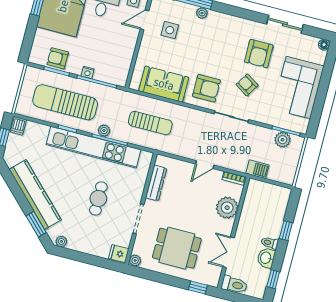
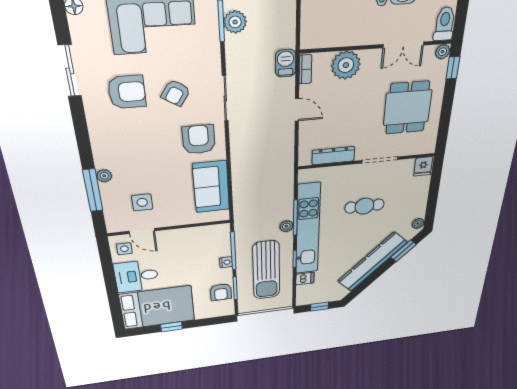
sun lounger: (150, 123) -> (263, 185), removed
dishwasher: (18, 126) -> (305, 279), moved
barbecue: (257, 169) -> (286, 63), moved
plant: (135, 260) -> (443, 52), moved

